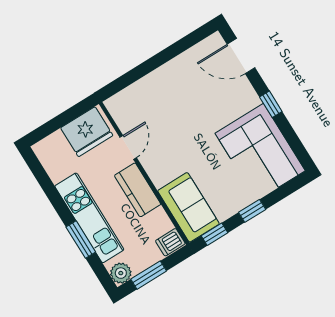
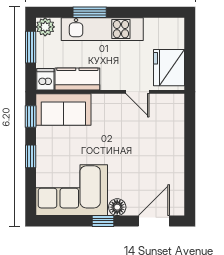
floor lamp: (249, 99) -> (117, 207), added
kitchen counter: (138, 190) -> (77, 79), moved

